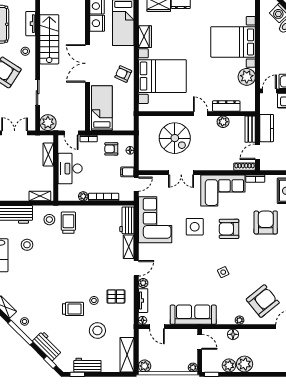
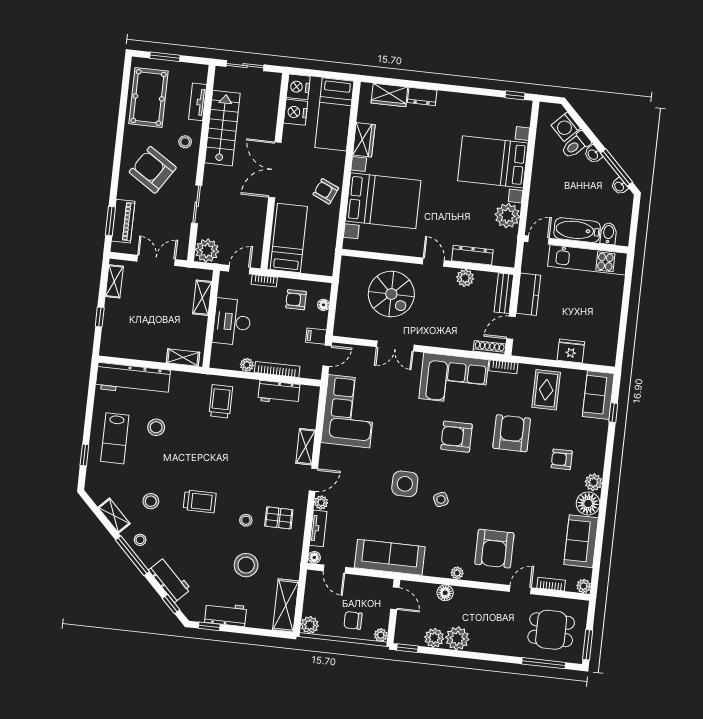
door: (71, 133) -> (239, 270), swing flipped
stool: (49, 220) -> (151, 501), moved
workbench: (127, 220) -> (279, 393), moved, turned -90
side table: (195, 227) -> (405, 484), moved
armchair: (263, 301) -> (494, 549), turned 129
trolley: (73, 309) -> (200, 501), moved
chair: (173, 360) -> (353, 620), added

